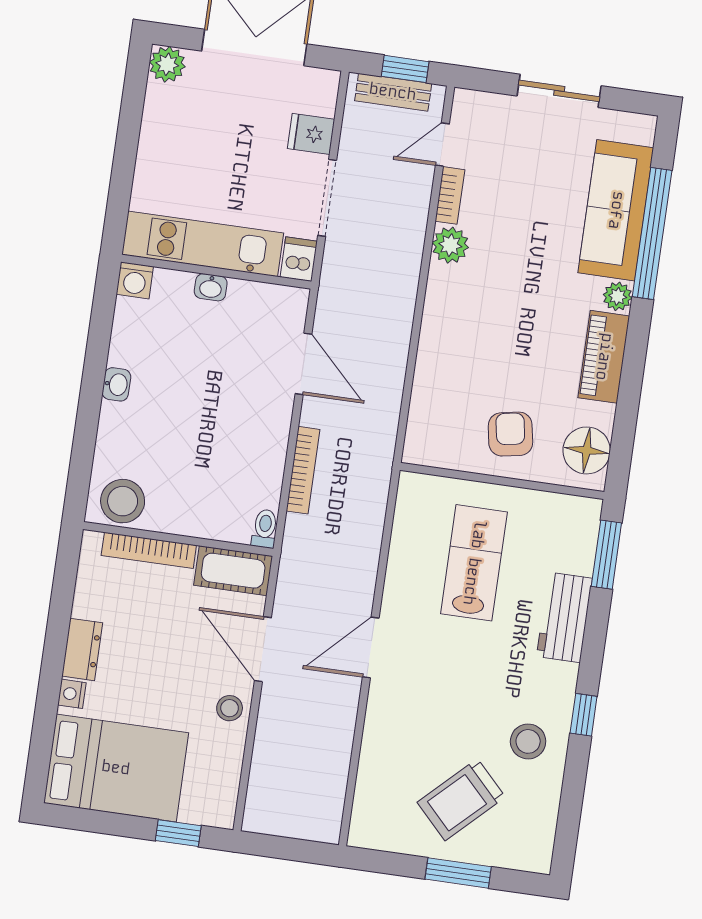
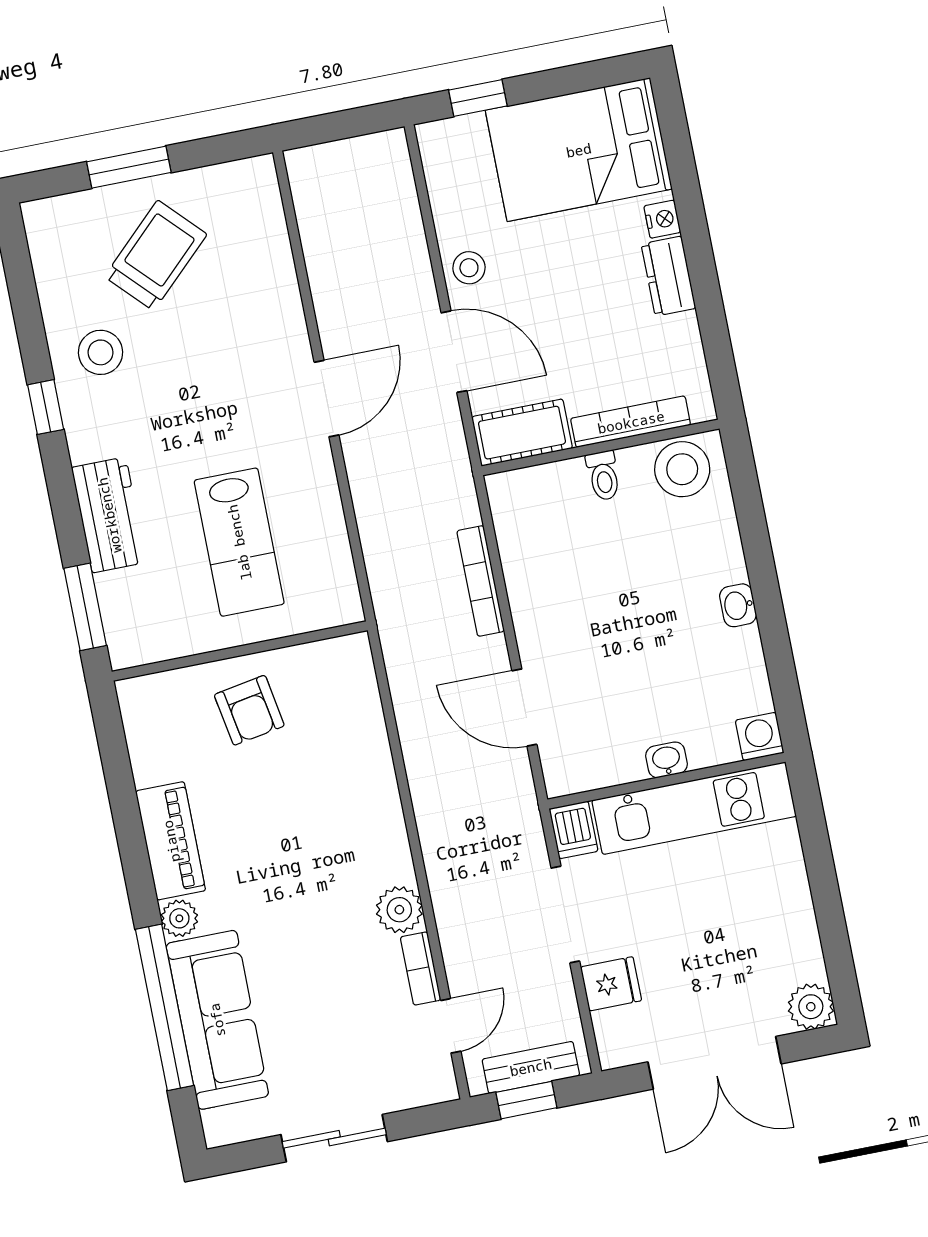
floor lamp: (587, 450) -> (152, 722), removed
toilet: (265, 529) -> (603, 476), moved

